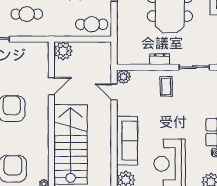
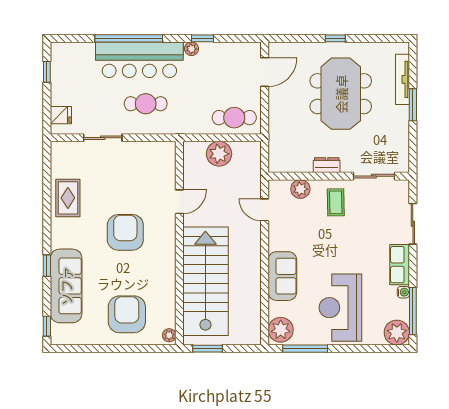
plant: (63, 51) -> (219, 154), moved
plant: (124, 77) -> (300, 189), moved
sofa: (127, 141) -> (282, 276), width x0.73

